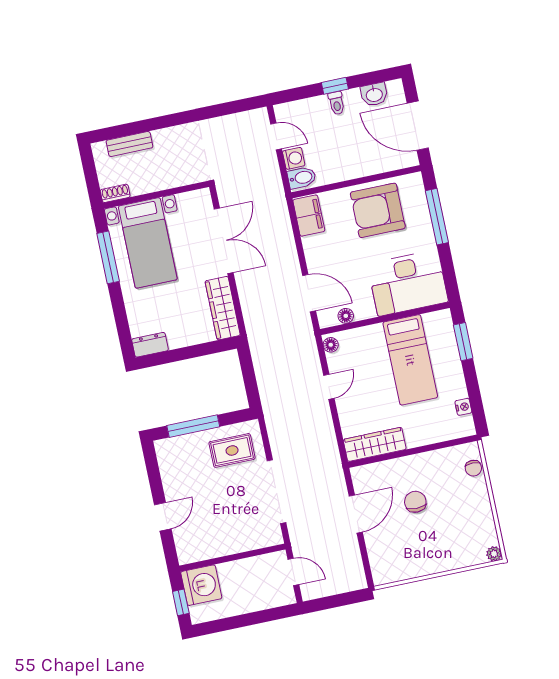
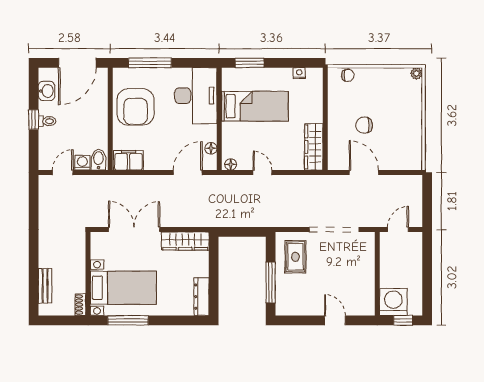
dresser: (150, 345) -> (202, 297), width x1.44

